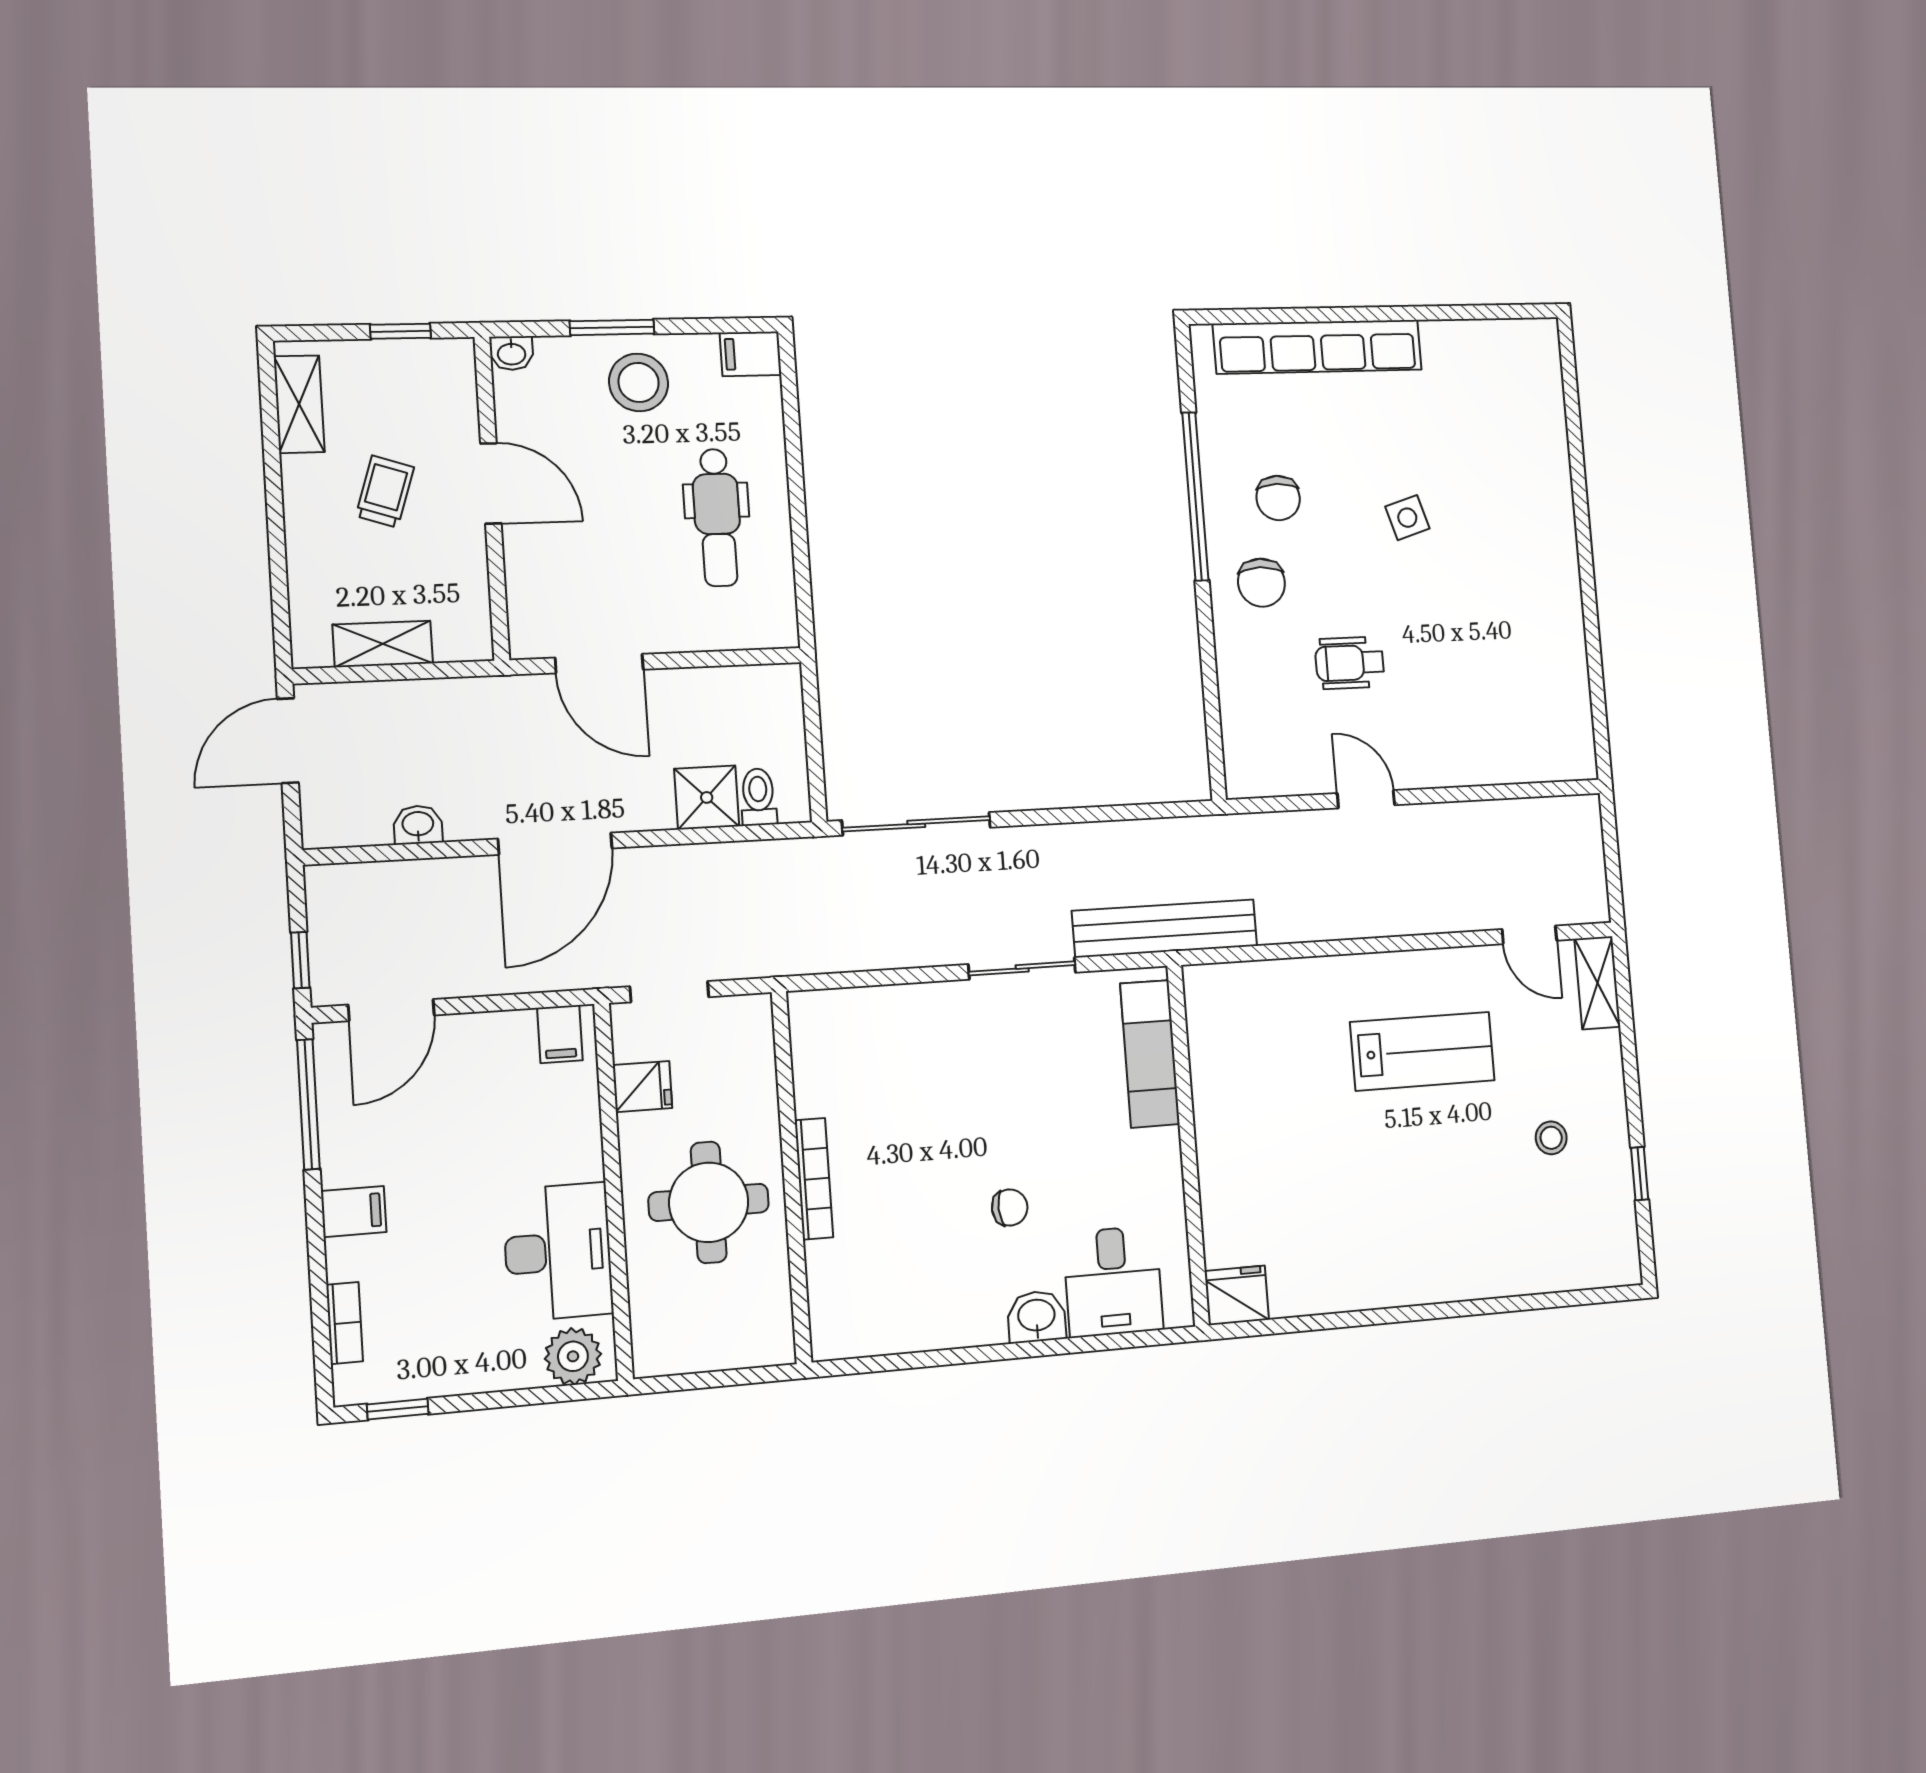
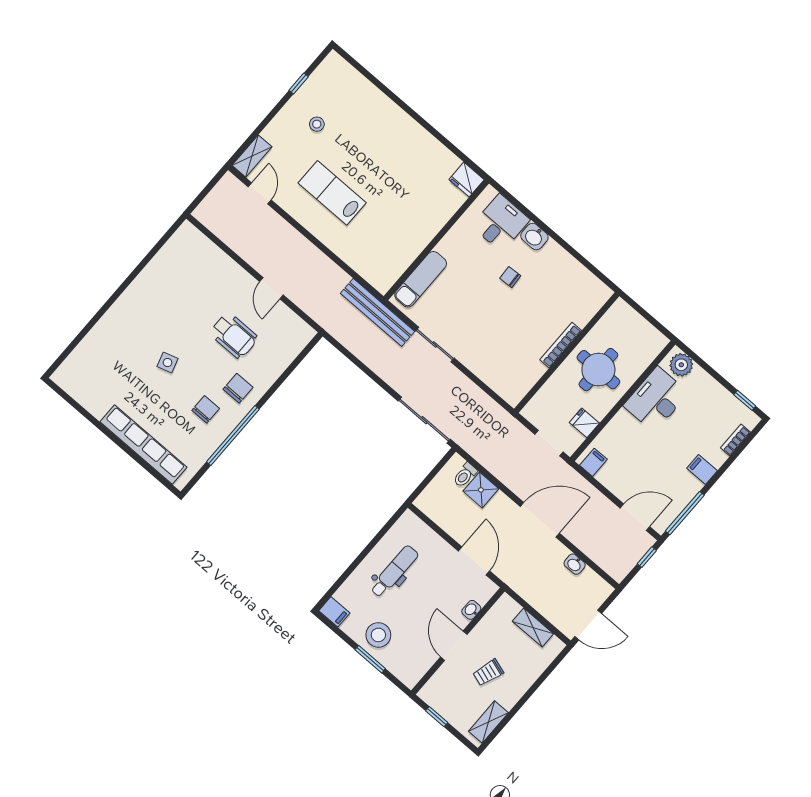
washbasin: (512, 353) -> (471, 610), moved, turned -90
wheelchair: (1350, 663) -> (234, 336), width x1.36, depth x1.37

